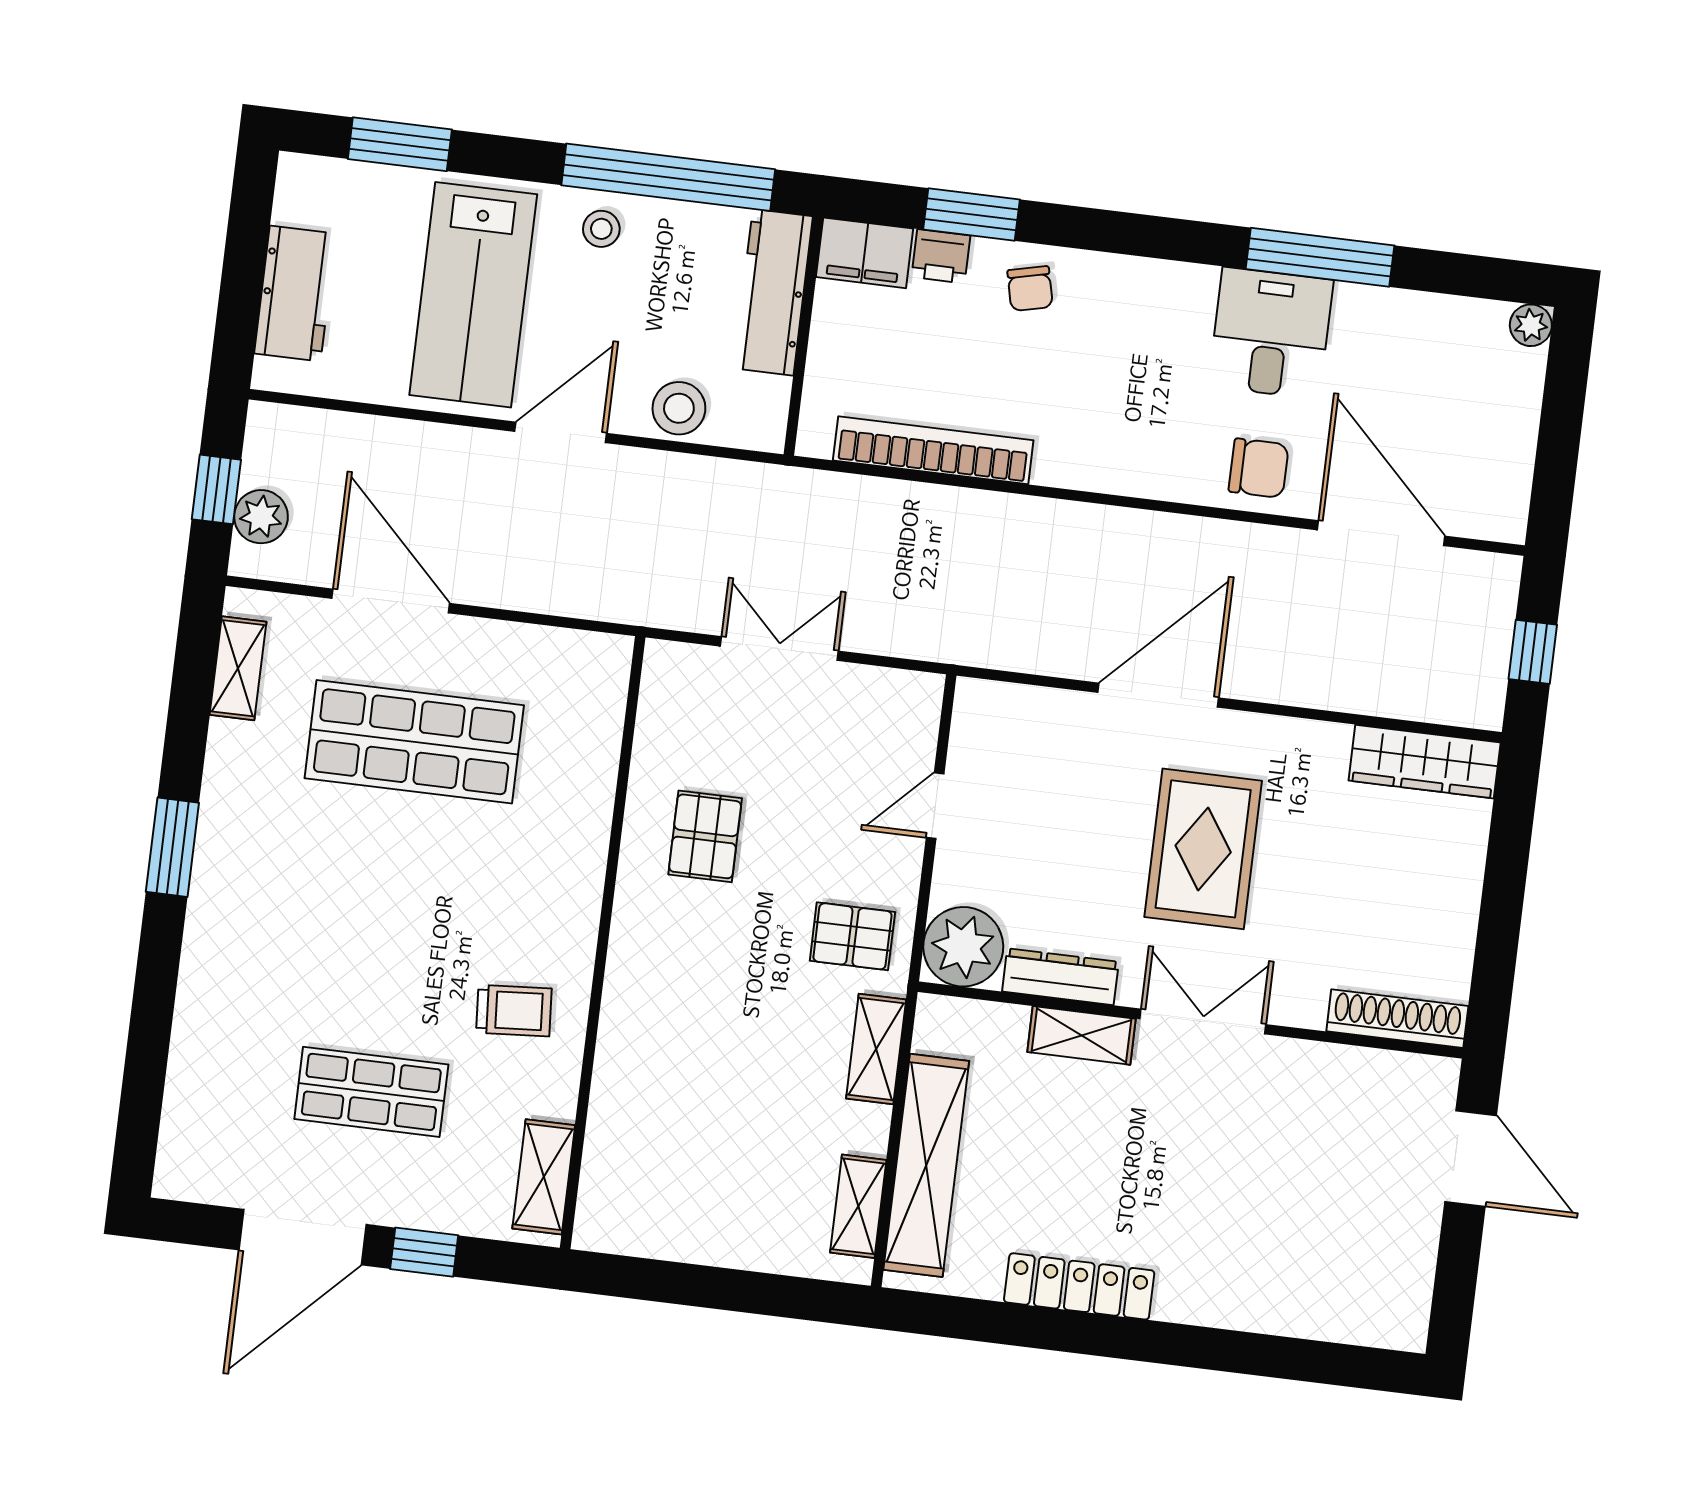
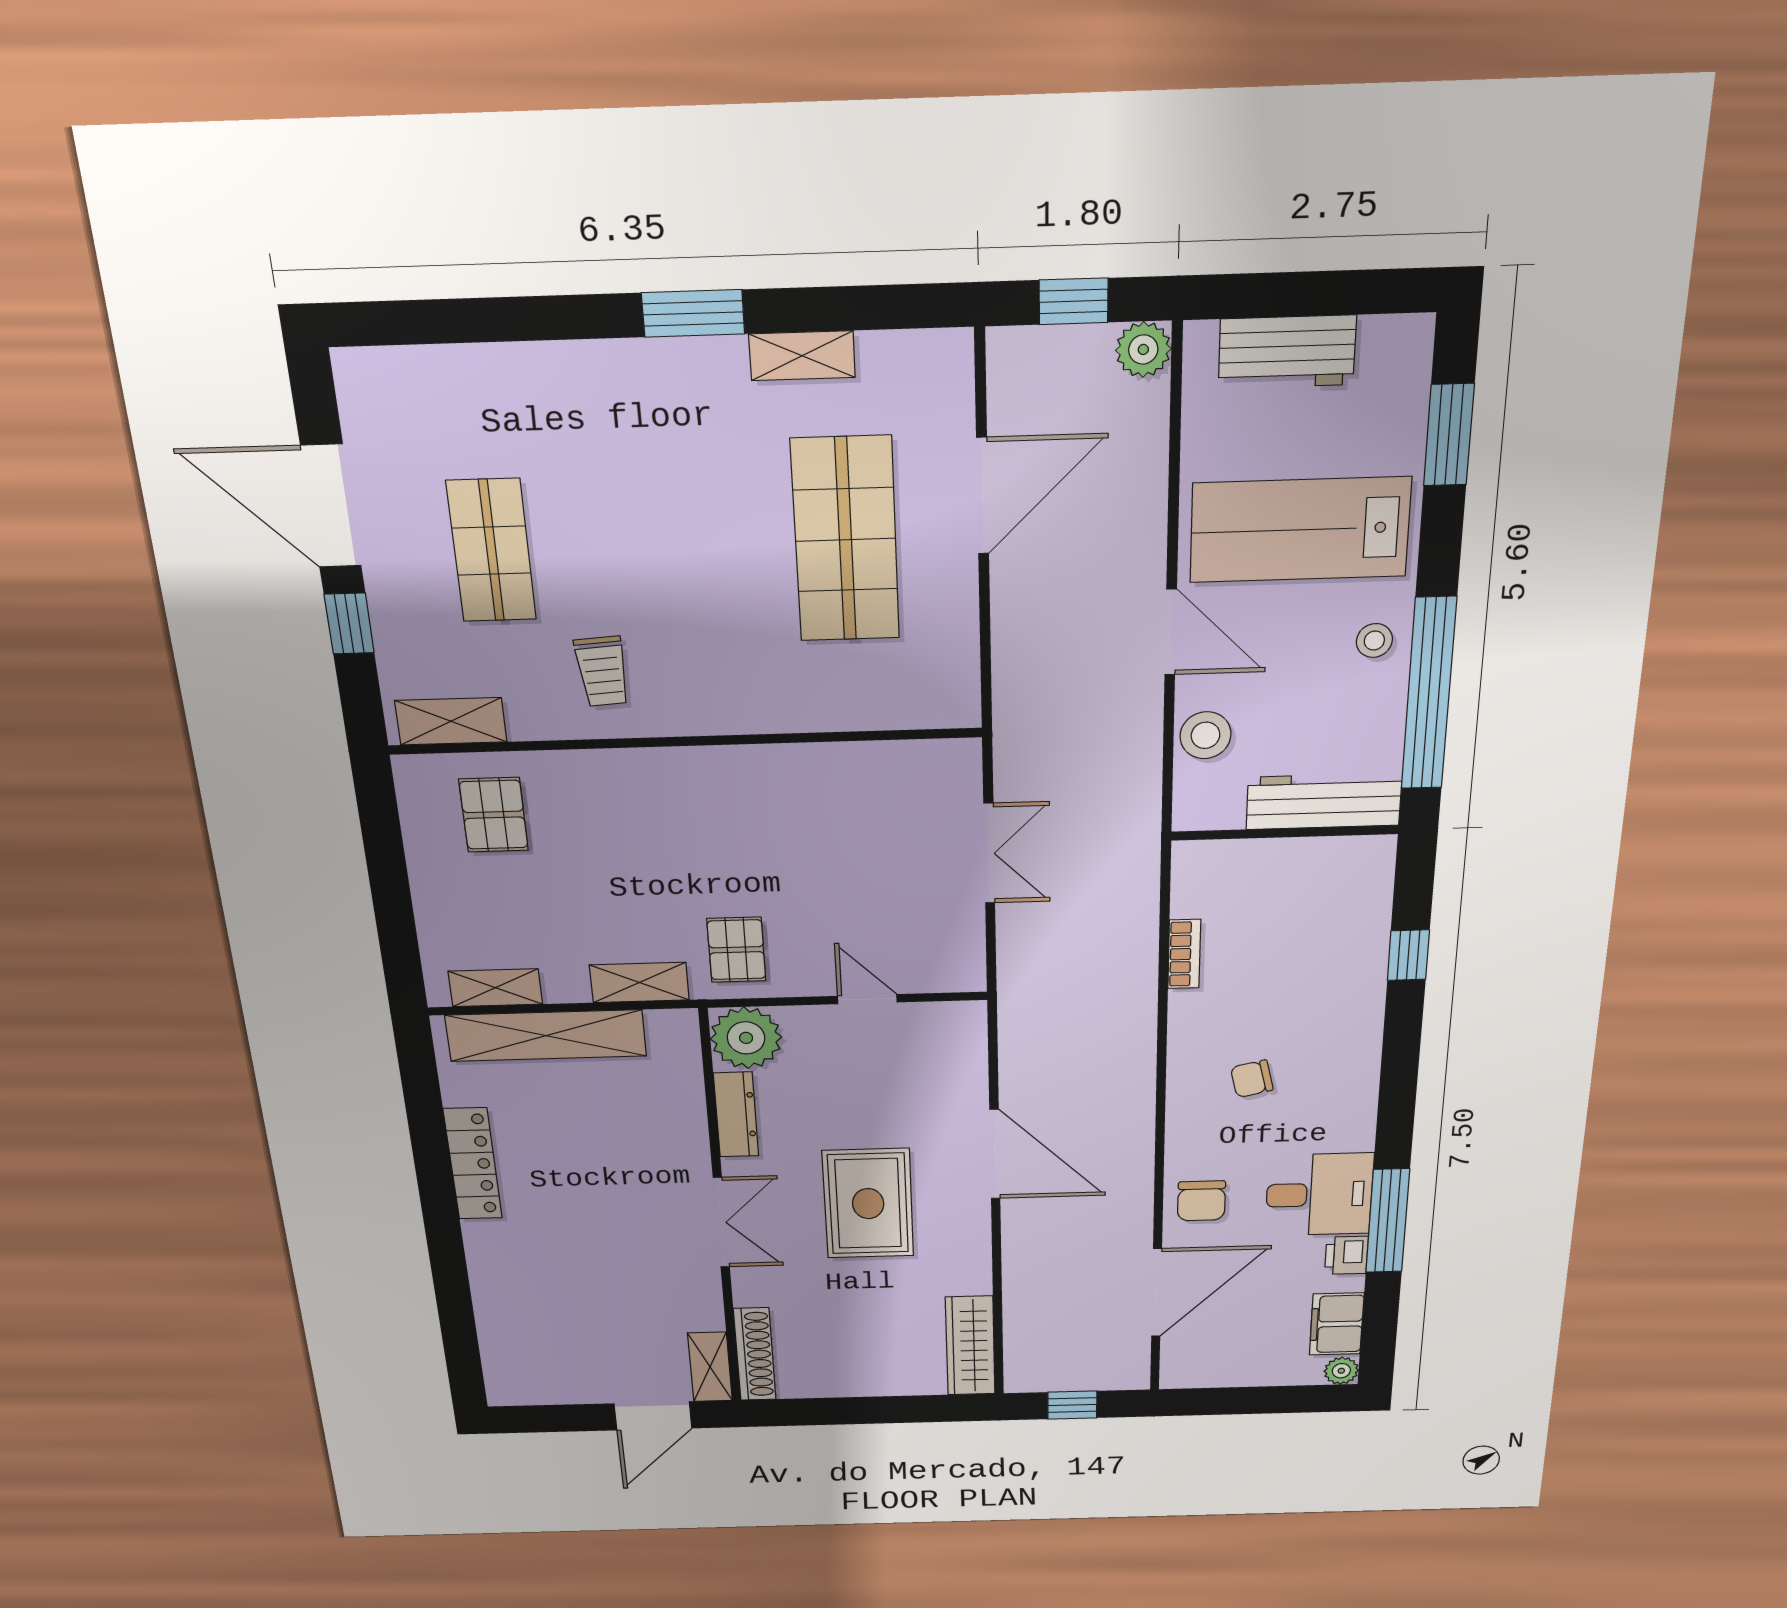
window: (972, 214) -> (1408, 955), width x0.67
filing cabinet: (865, 253) -> (1337, 1324), moved
printer: (941, 256) -> (1346, 1255), moved
chair: (1030, 289) -> (1252, 1079), moved
bookcase: (933, 450) -> (1184, 954), width x0.43, depth x0.76
plant: (261, 517) -> (1143, 349), moved
shelving: (238, 668) -> (802, 356), moved
pallet: (705, 836) -> (494, 815), moved, turned 90
rug: (1203, 849) -> (868, 1204), turned 90
shelving: (1082, 1035) -> (710, 1367), moved

